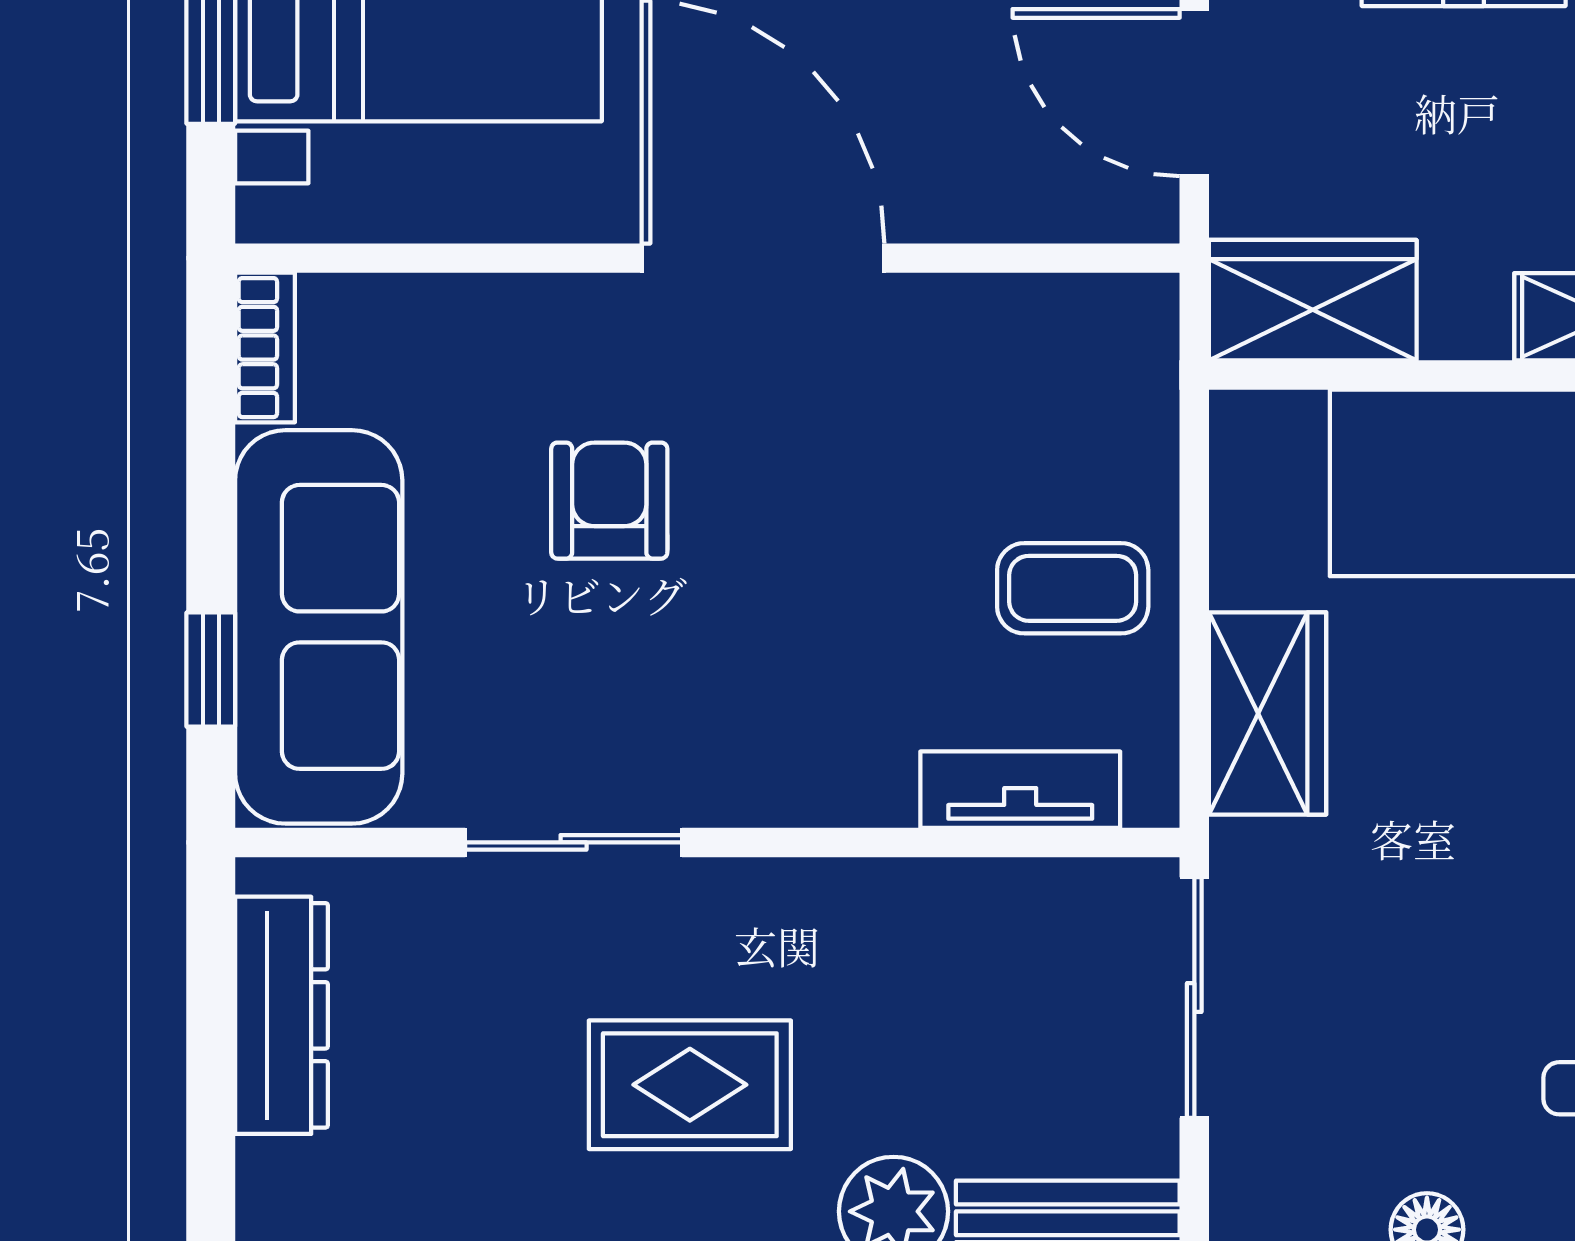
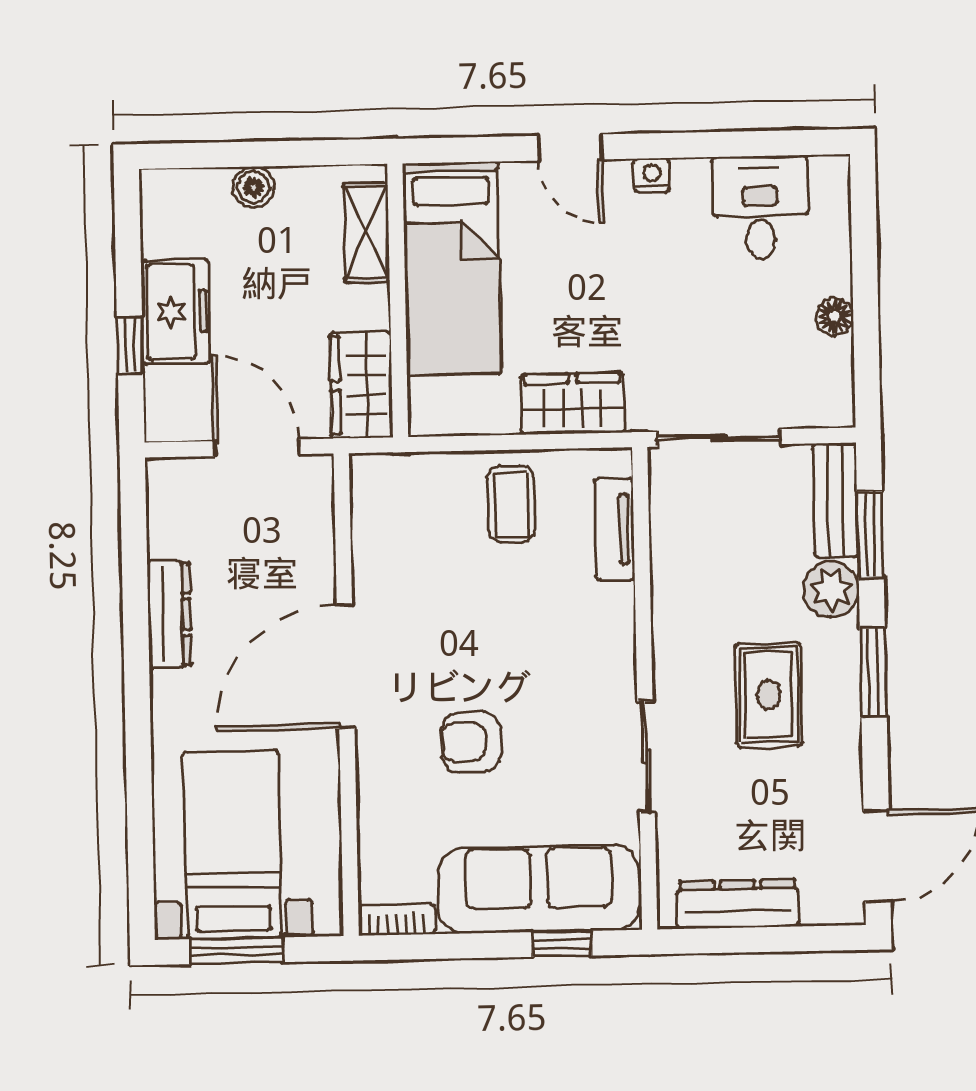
door: (1194, 93) -> (256, 448), swing flipped

